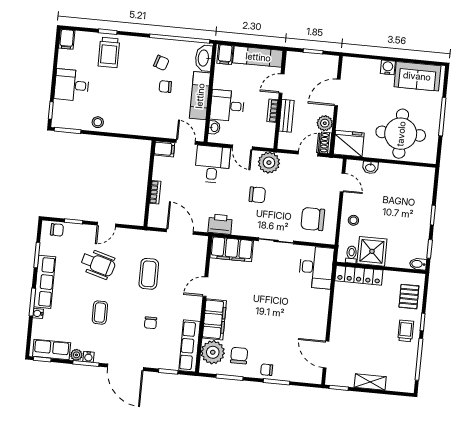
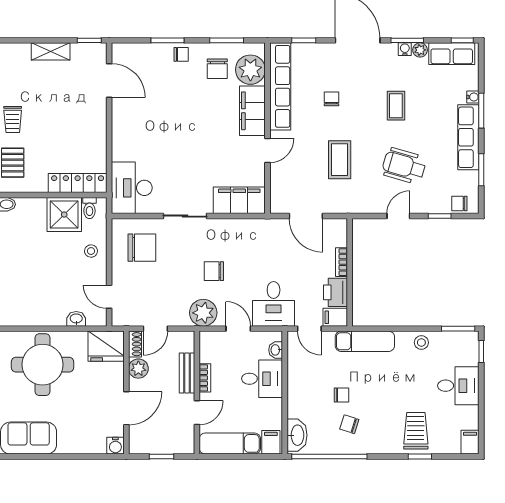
water cooler: (388, 67) -> (115, 446), moved
exam couch: (200, 96) -> (365, 341), moved, turned 90
printer: (220, 224) -> (336, 292), moved, turned 90
row of seats: (190, 346) -> (280, 86), width x1.36

